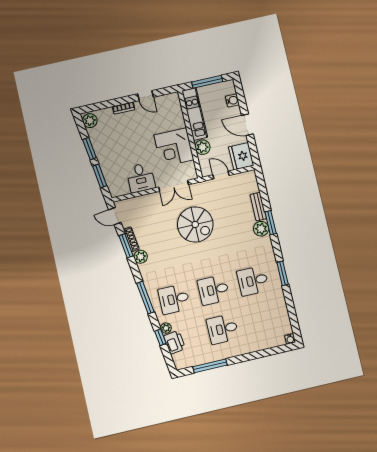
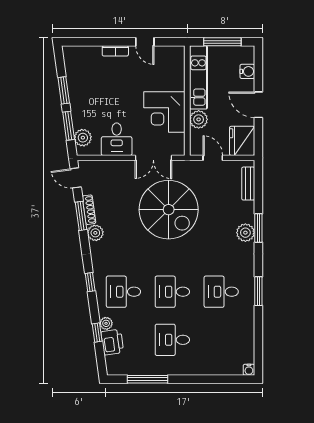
plant: (90, 121) -> (83, 138), moved
bench: (258, 207) -> (248, 184), moved
spiral stairs: (195, 224) -> (169, 210), width x1.37, depth x1.37
window: (145, 298) -> (90, 282), width x0.46

